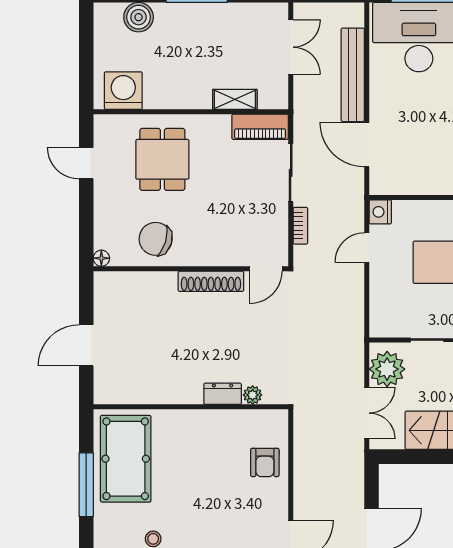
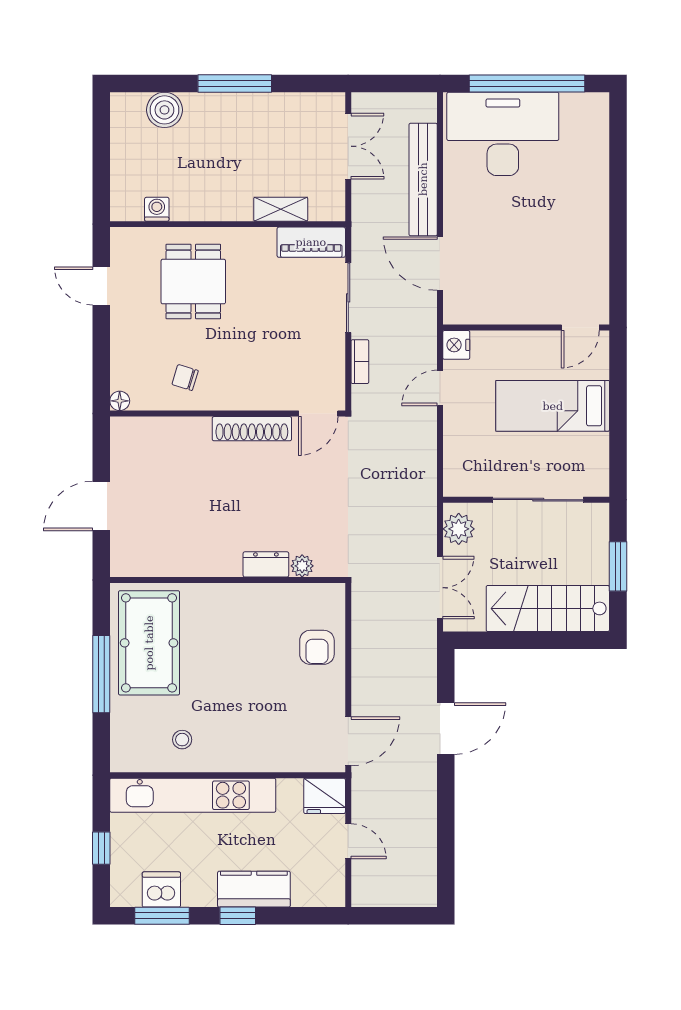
washing machine: (123, 91) -> (157, 209), width x0.53, depth x0.53
chair: (156, 239) -> (185, 378), width x0.54, depth x0.54
plant: (387, 369) -> (459, 529), width x0.73, depth x0.73

